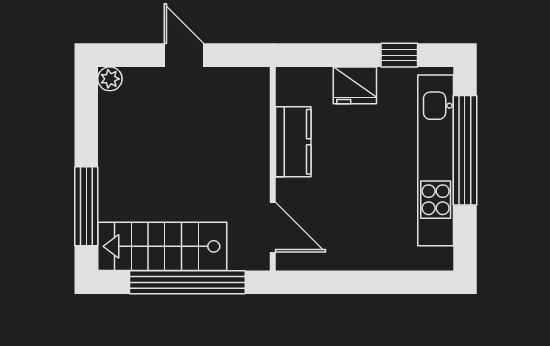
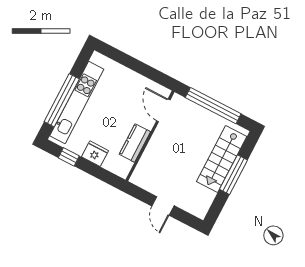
plant: (110, 79) -> (201, 212), removed
window: (86, 206) -> (234, 175), moved
stairs: (162, 246) -> (222, 159), moved, turned 90

